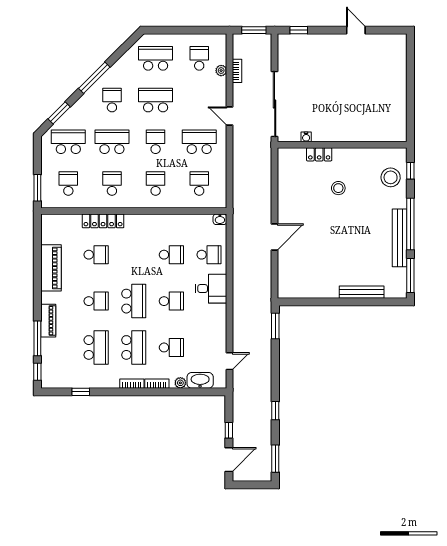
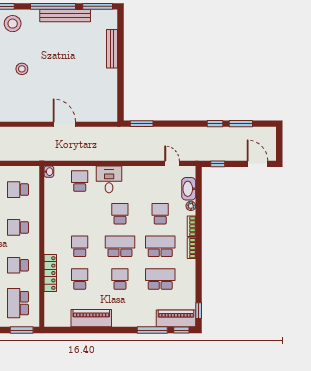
school desk: (68, 183) -> (18, 303), width x1.85
school desk: (171, 255) -> (80, 246), moved
piano: (48, 321) -> (176, 318), moved, width x1.37, depth x1.33
window: (81, 392) -> (199, 311), moved
window: (229, 430) -> (218, 164), moved
window: (275, 459) -> (241, 124), moved

